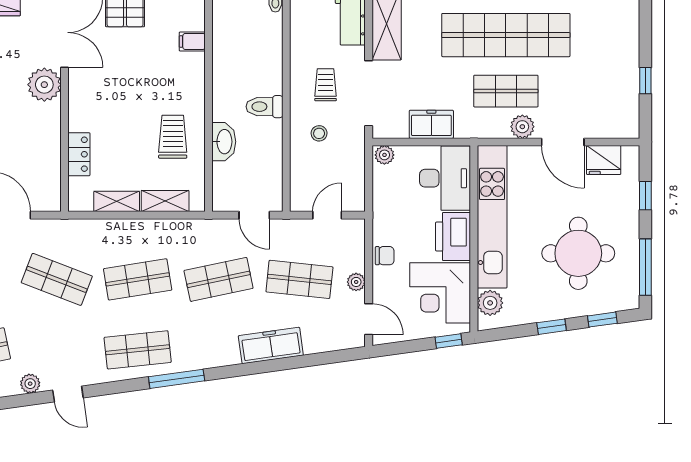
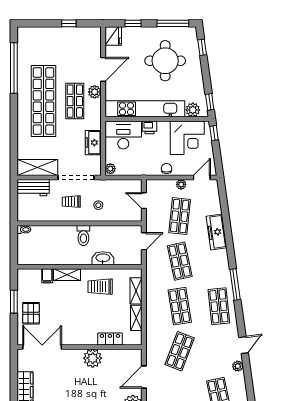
shelving: (194, 77) -> (67, 275), added
plant: (44, 85) -> (93, 358), moved
fridge: (604, 160) -> (113, 36), moved
printer: (453, 237) -> (150, 127), width x0.53, depth x0.68
window: (552, 327) -> (210, 102), moved

